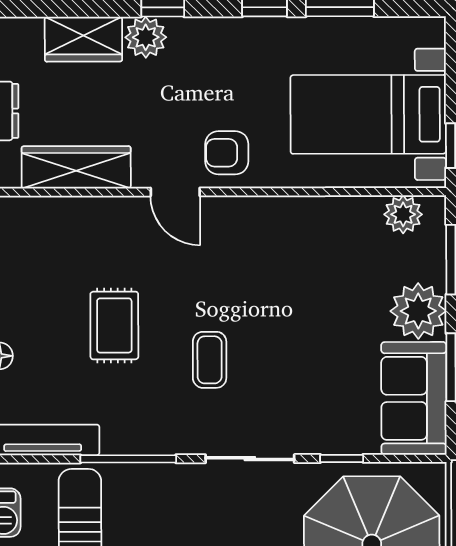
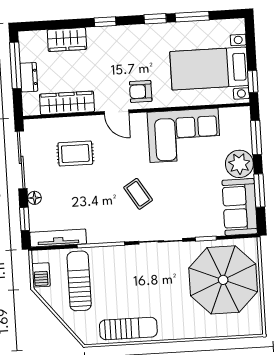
plant: (146, 37) -> (97, 37), removed
plant: (403, 214) -> (229, 117), removed
corner sofa: (309, 247) -> (184, 135), added
rug: (114, 325) -> (75, 154), moved, turned 90
coffee table: (210, 360) -> (138, 194), turned -32

